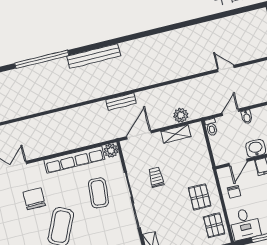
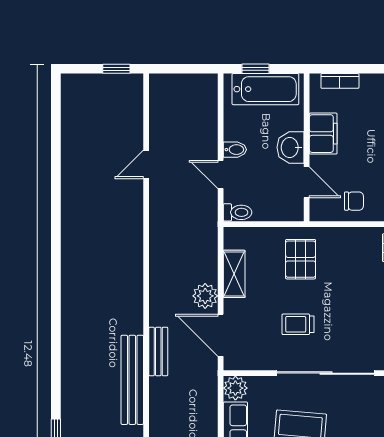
bench: (94, 56) -> (132, 380), moved
plant: (181, 115) -> (205, 296), moved
pallet: (200, 197) -> (301, 259), moved, turned 90

